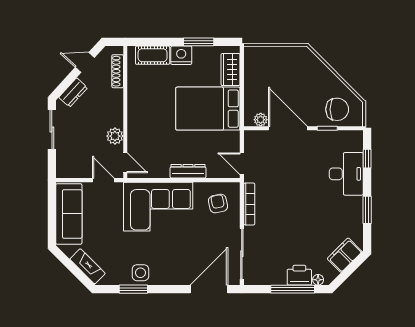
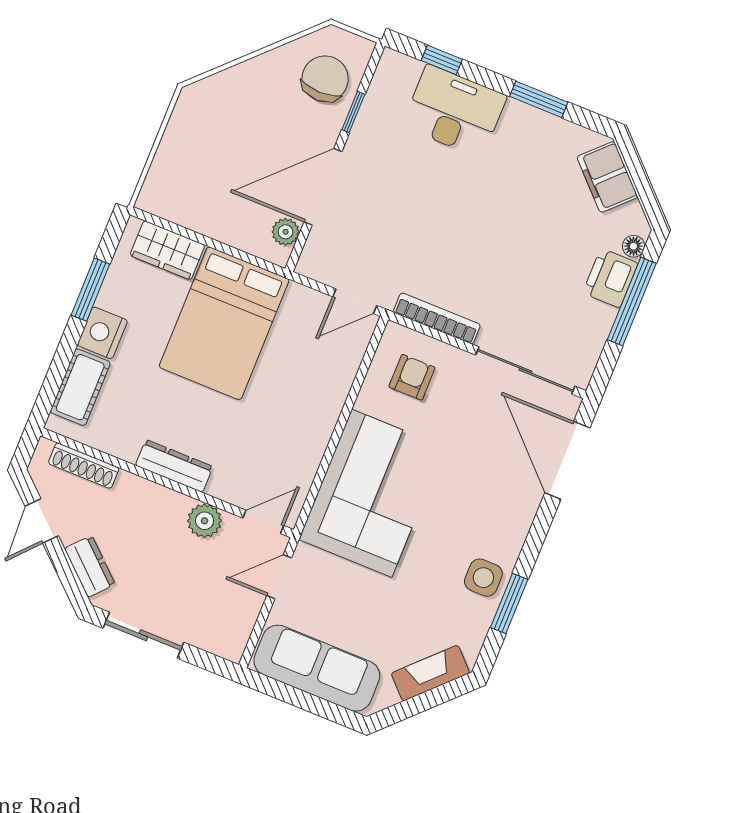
dresser: (188, 171) -> (174, 466), moved, turned 90
armchair: (218, 204) -> (412, 377), turned 102

